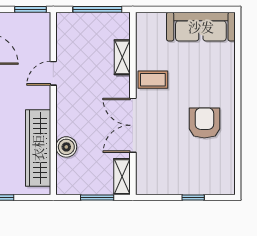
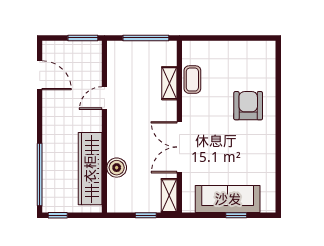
sofa: (201, 27) -> (228, 199), moved, turned 180
coffee table: (153, 80) -> (192, 80), moved, turned 90
armchair: (204, 123) -> (248, 106), moved
window: (97, 198) -> (146, 215), width x0.67

